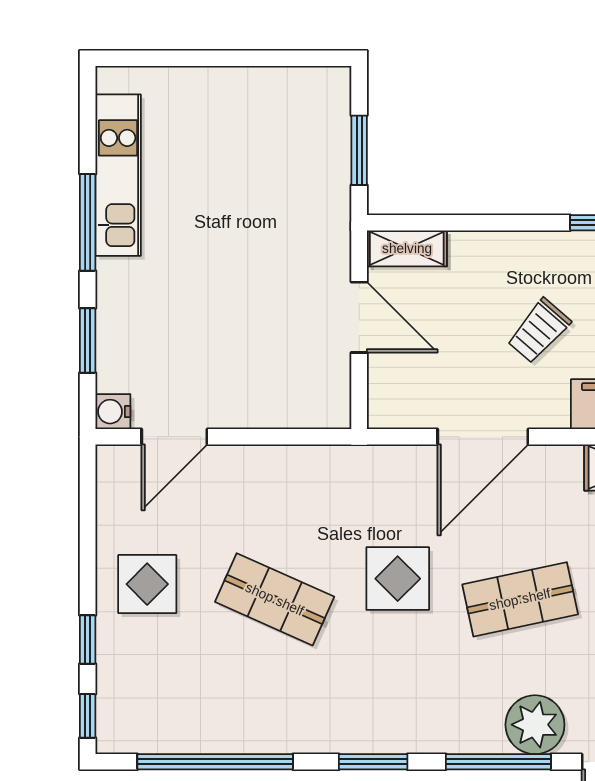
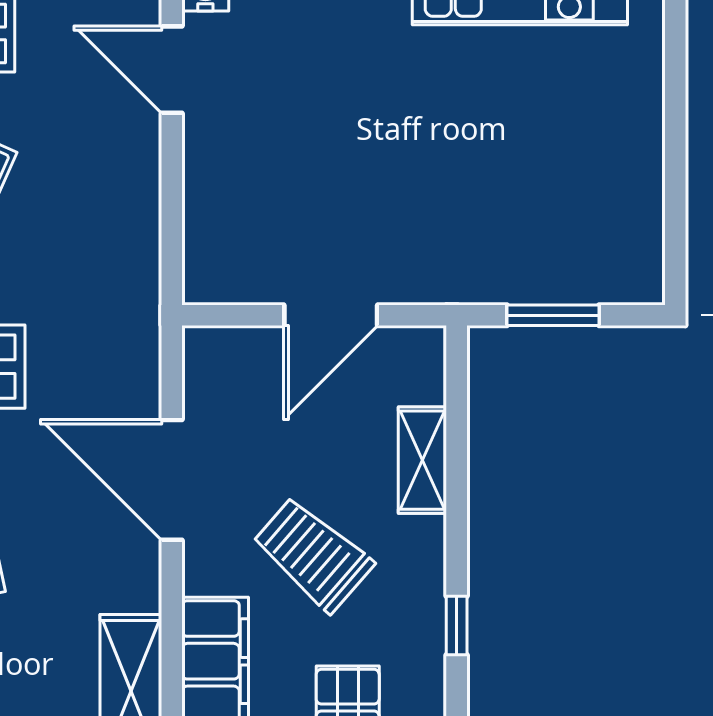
shelving: (407, 248) -> (422, 460), moved
trolley: (539, 331) -> (313, 554), width x1.36, depth x1.39

